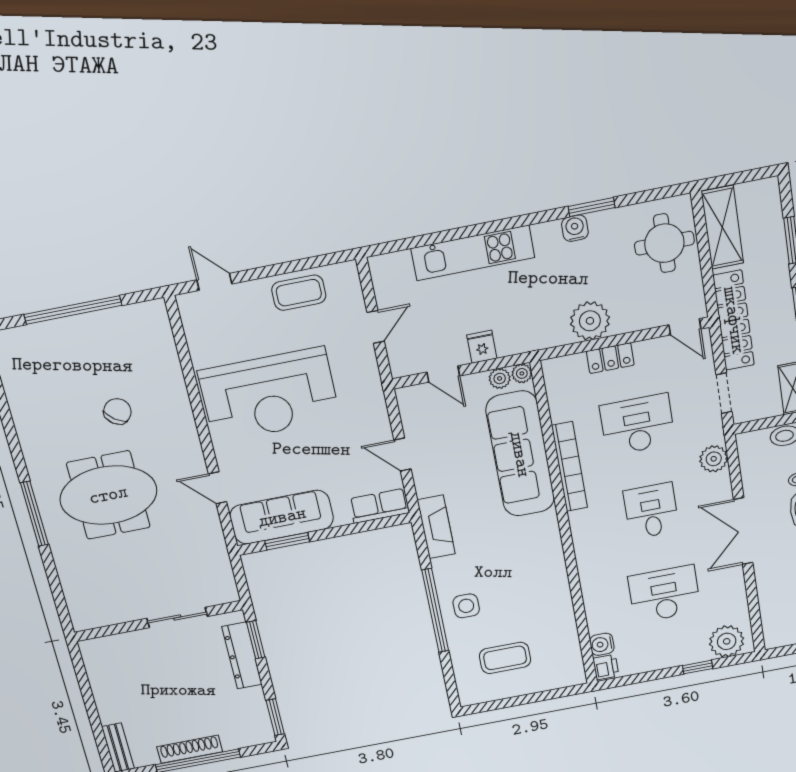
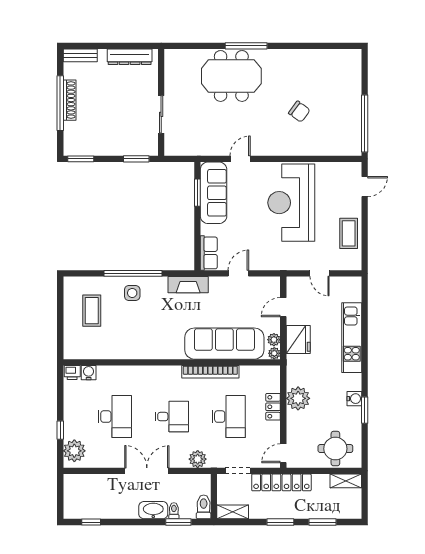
shelving: (722, 227) -> (346, 481), width x0.67, depth x0.75
window: (73, 310) -> (365, 124), moved
fridge: (482, 347) -> (298, 339), width x1.88, depth x1.34
meeting table: (108, 495) -> (231, 76), moved, turned 90
dresser: (242, 656) -> (130, 57), moved, turned 180

